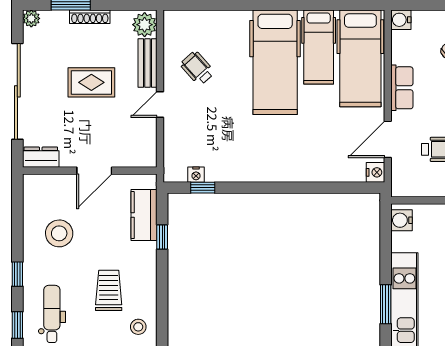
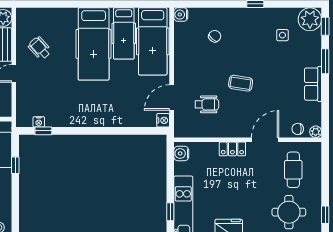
row of seats: (402, 88) -> (181, 62), removed
window: (386, 304) -> (170, 212), width x0.67

